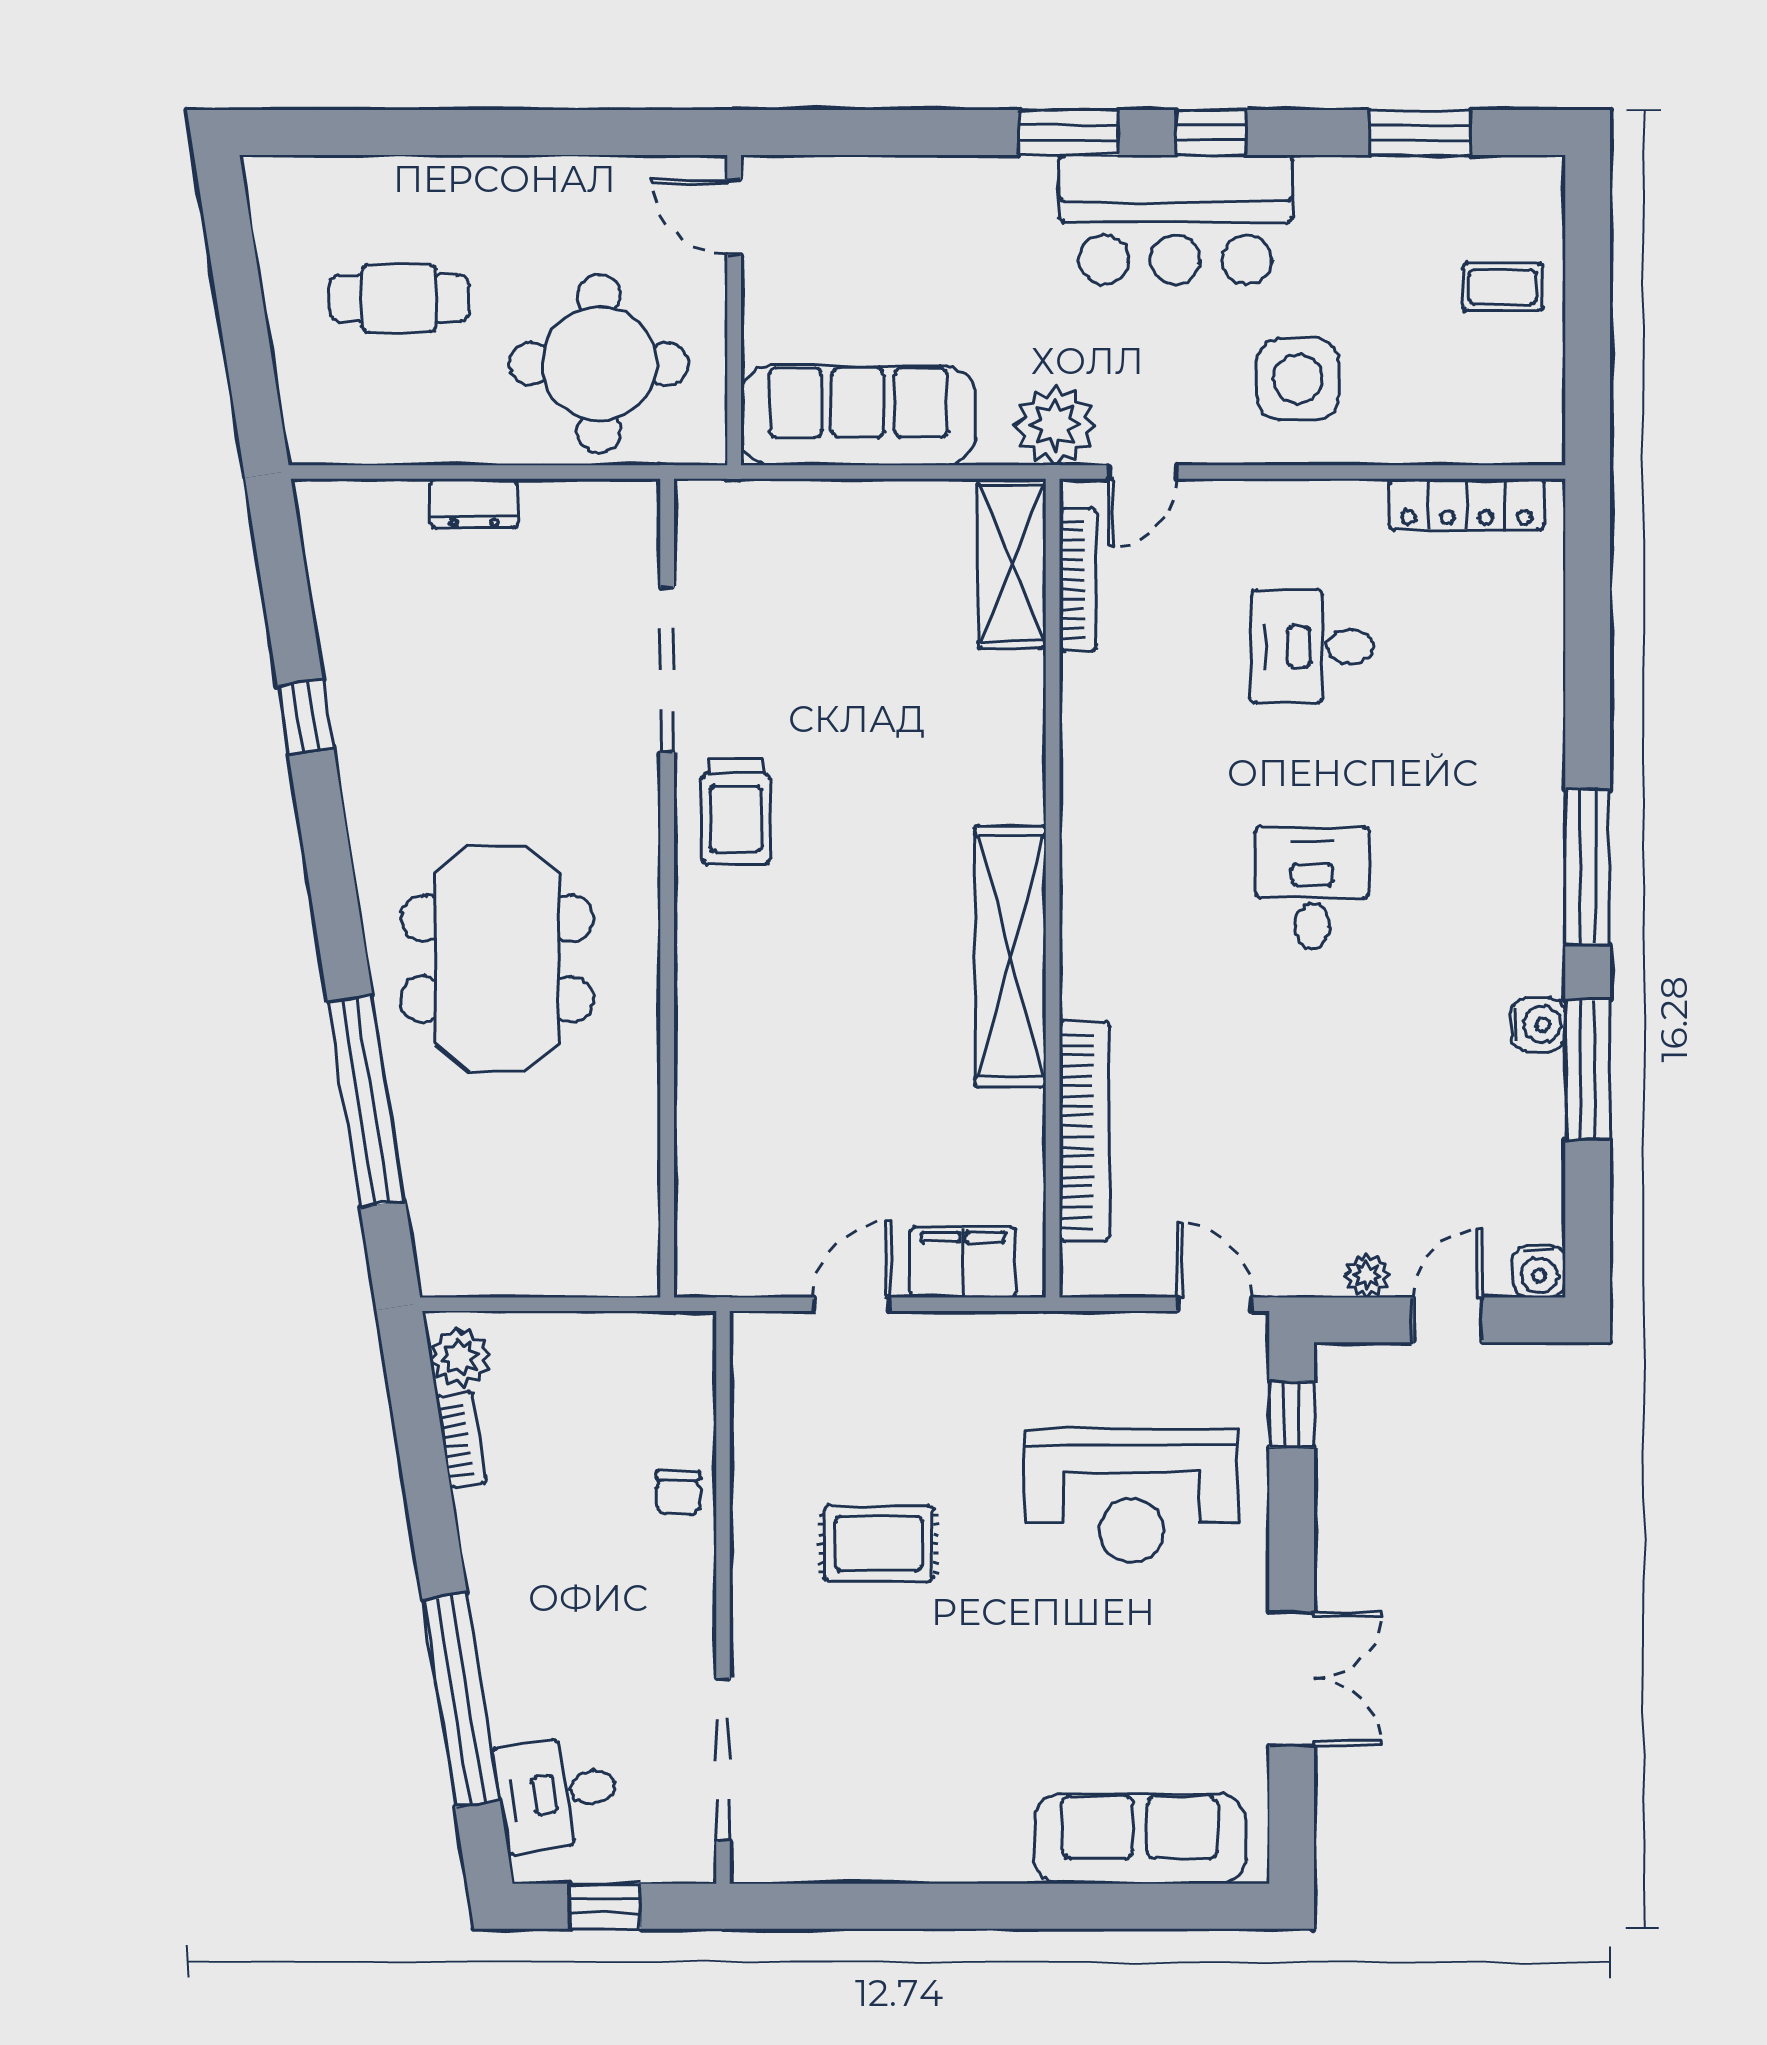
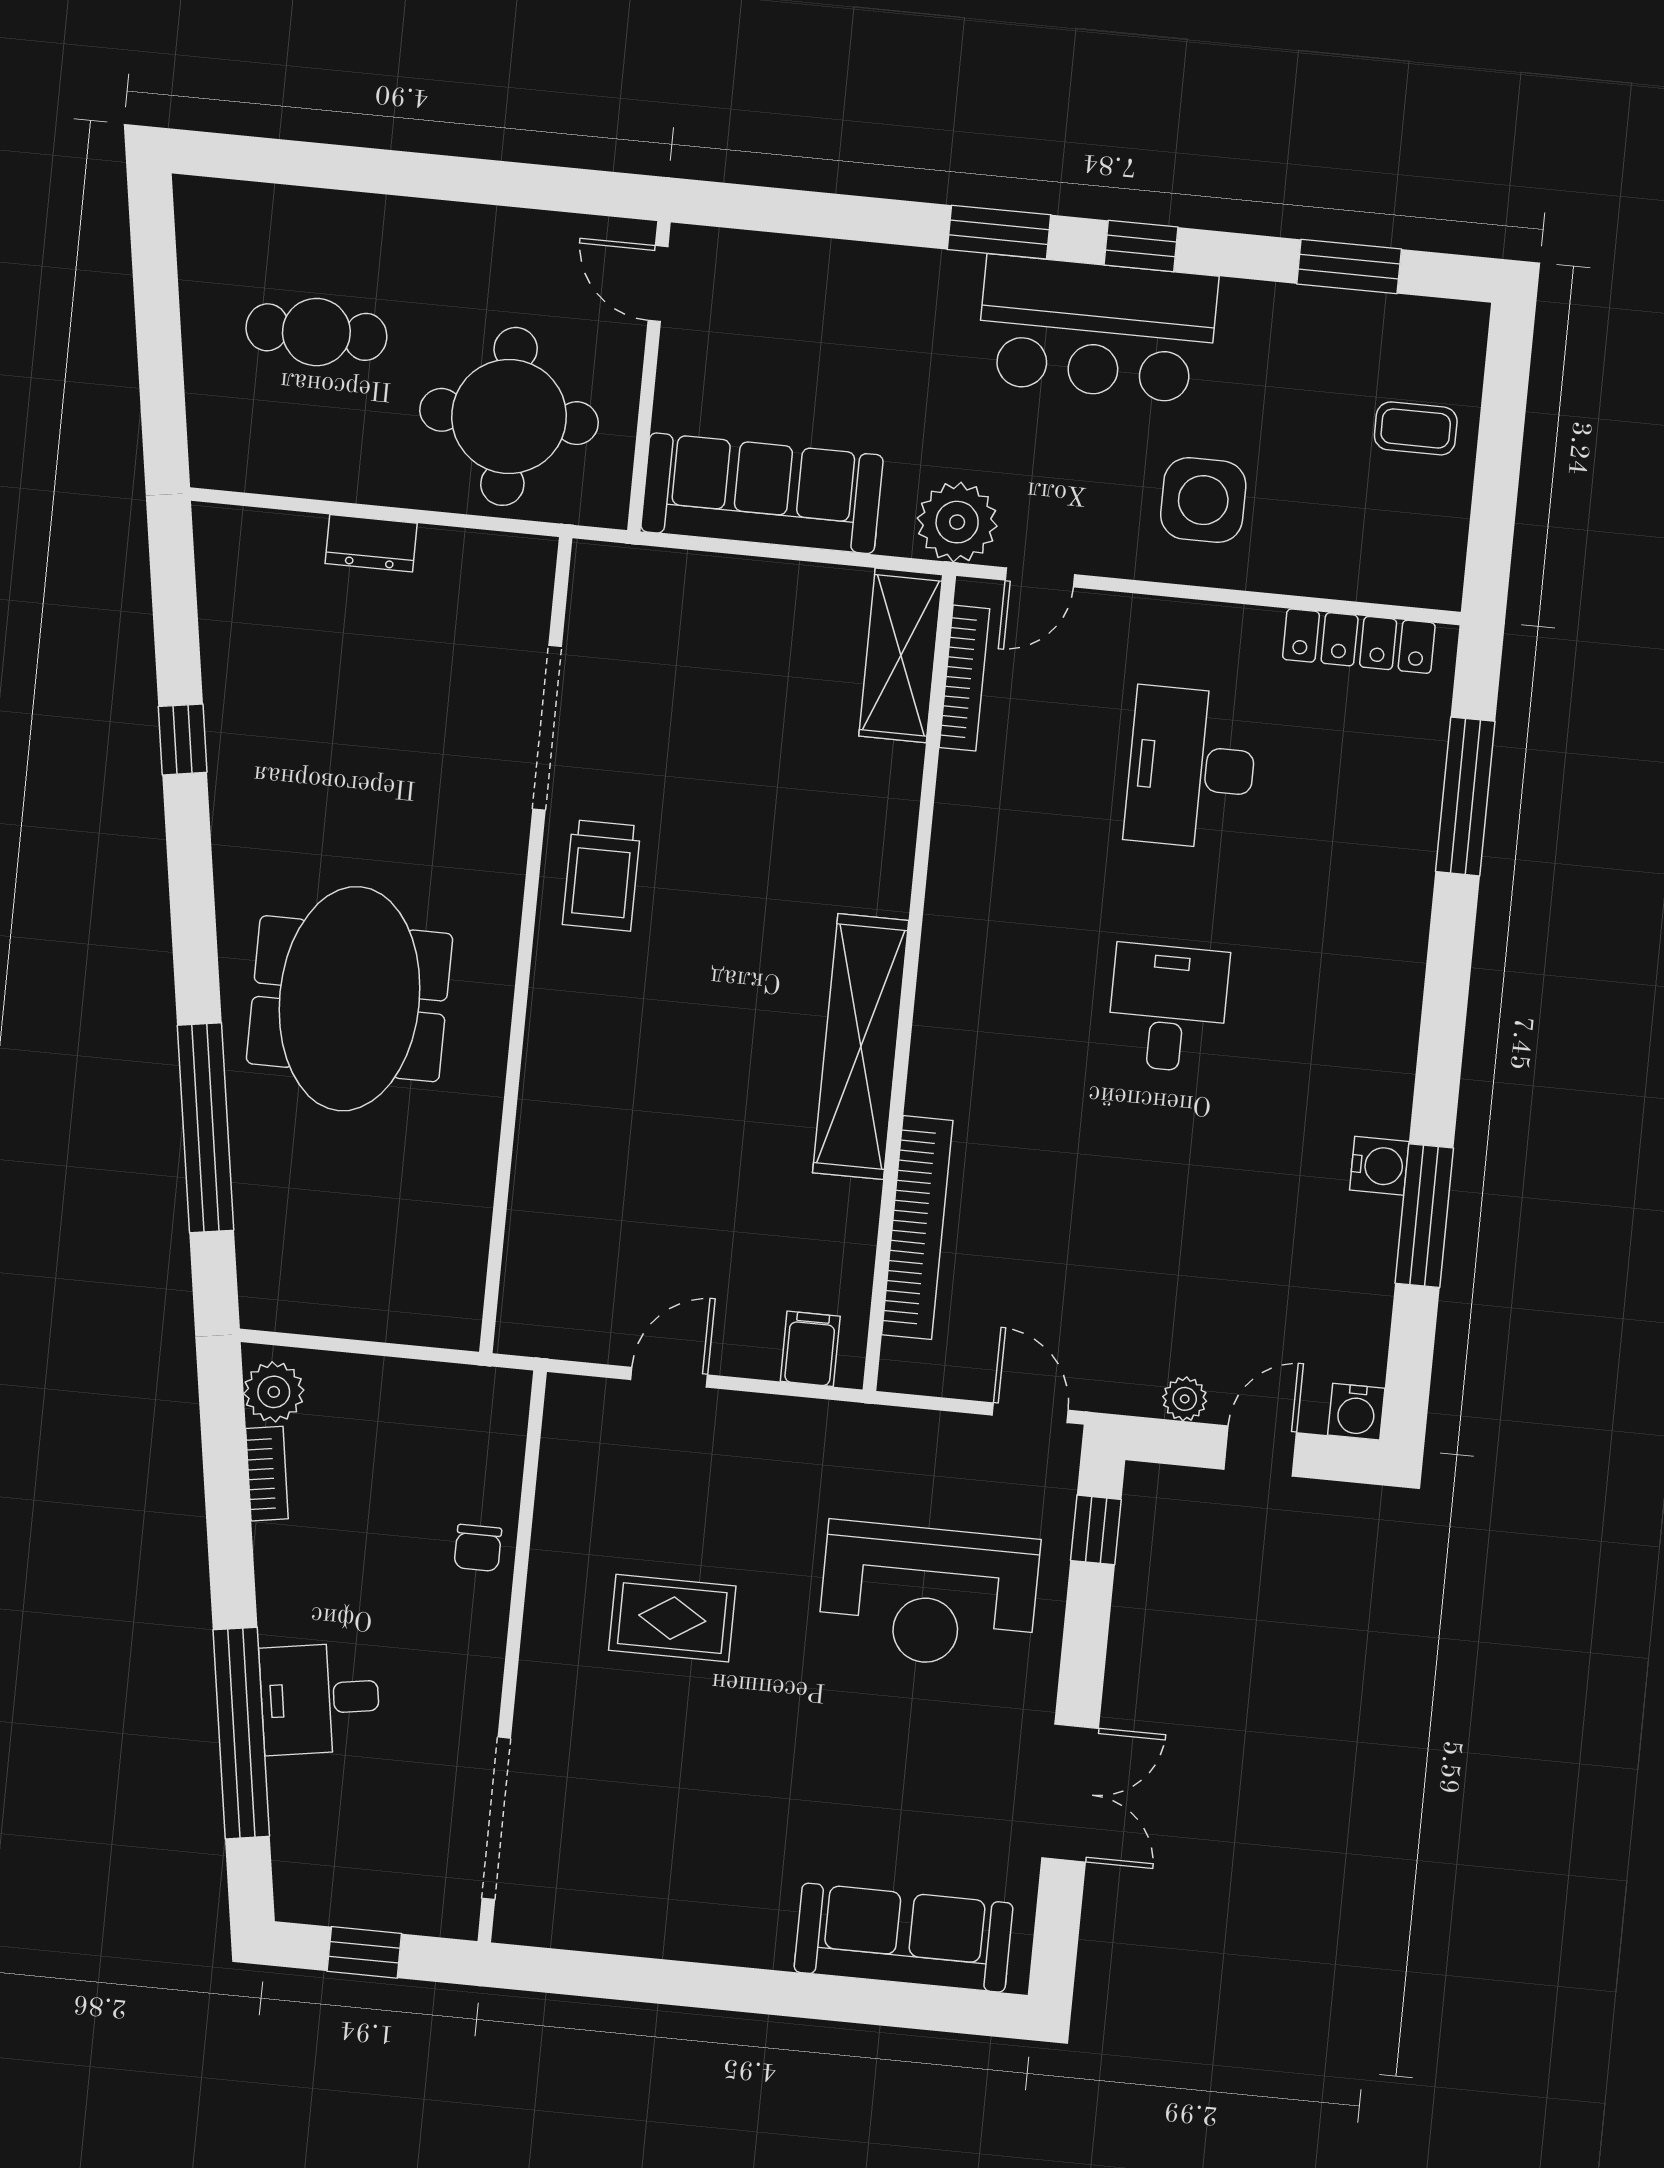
desk: (1312, 647) -> (1191, 768), width x1.37
window: (1588, 867) -> (1465, 796), moved
filing cabinet: (963, 1262) -> (810, 1349), width x0.50
desk: (557, 1793) -> (320, 1699), moved

